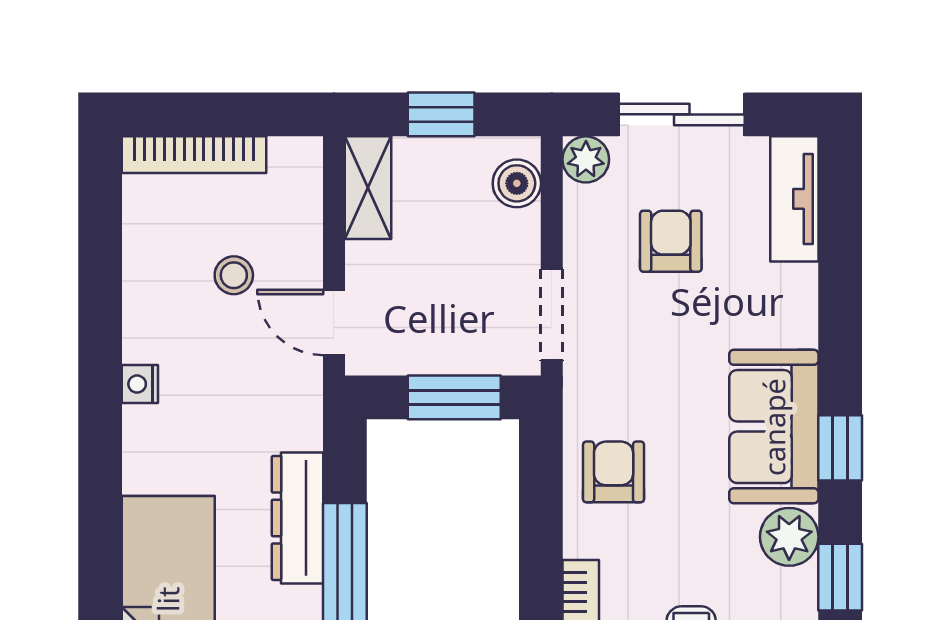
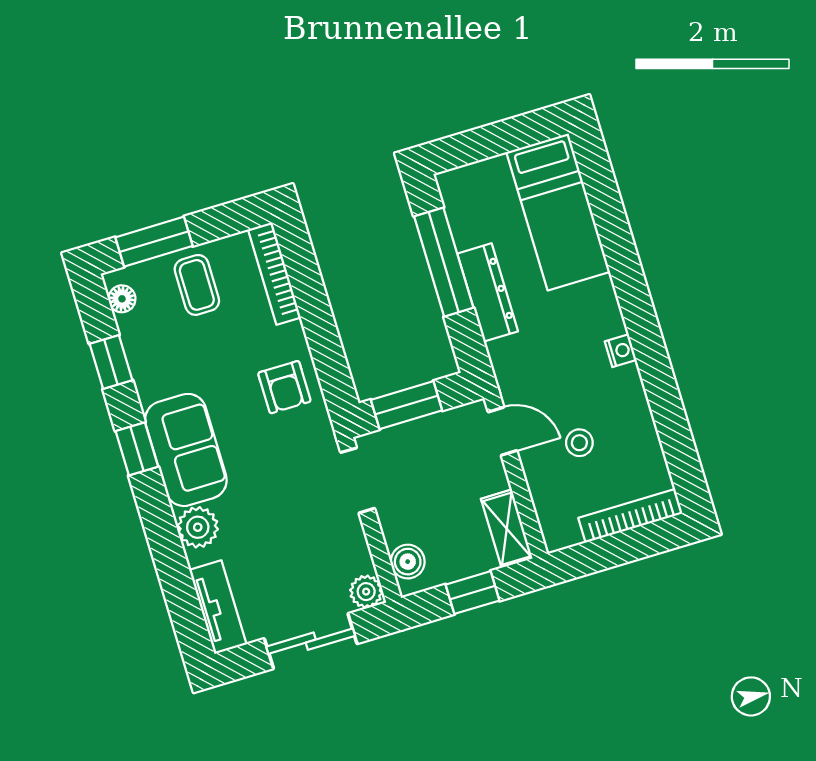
armchair: (671, 241) -> (292, 554), removed
plant: (789, 537) -> (198, 527), moved

